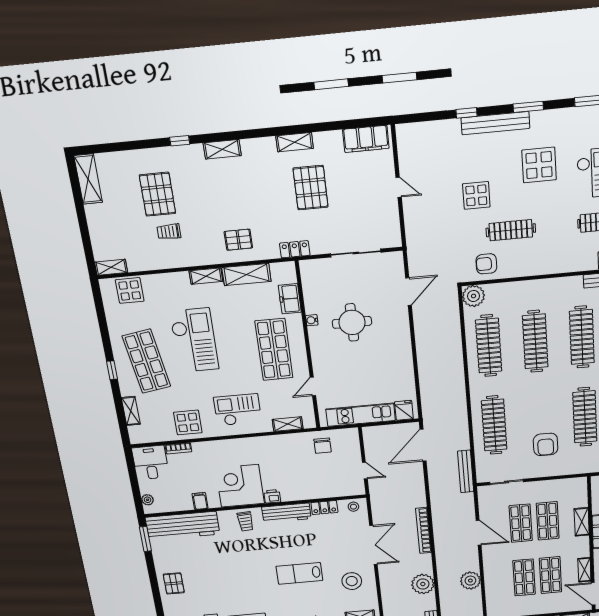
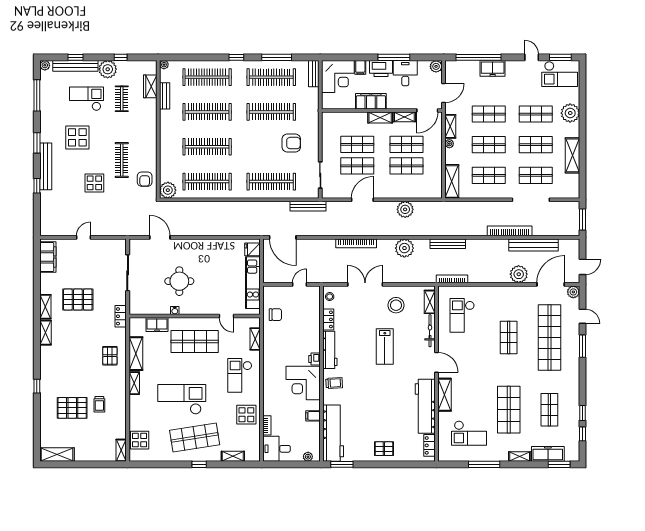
shelving: (222, 149) -> (45, 333), moved
shelving: (582, 522) -> (380, 118), moved

